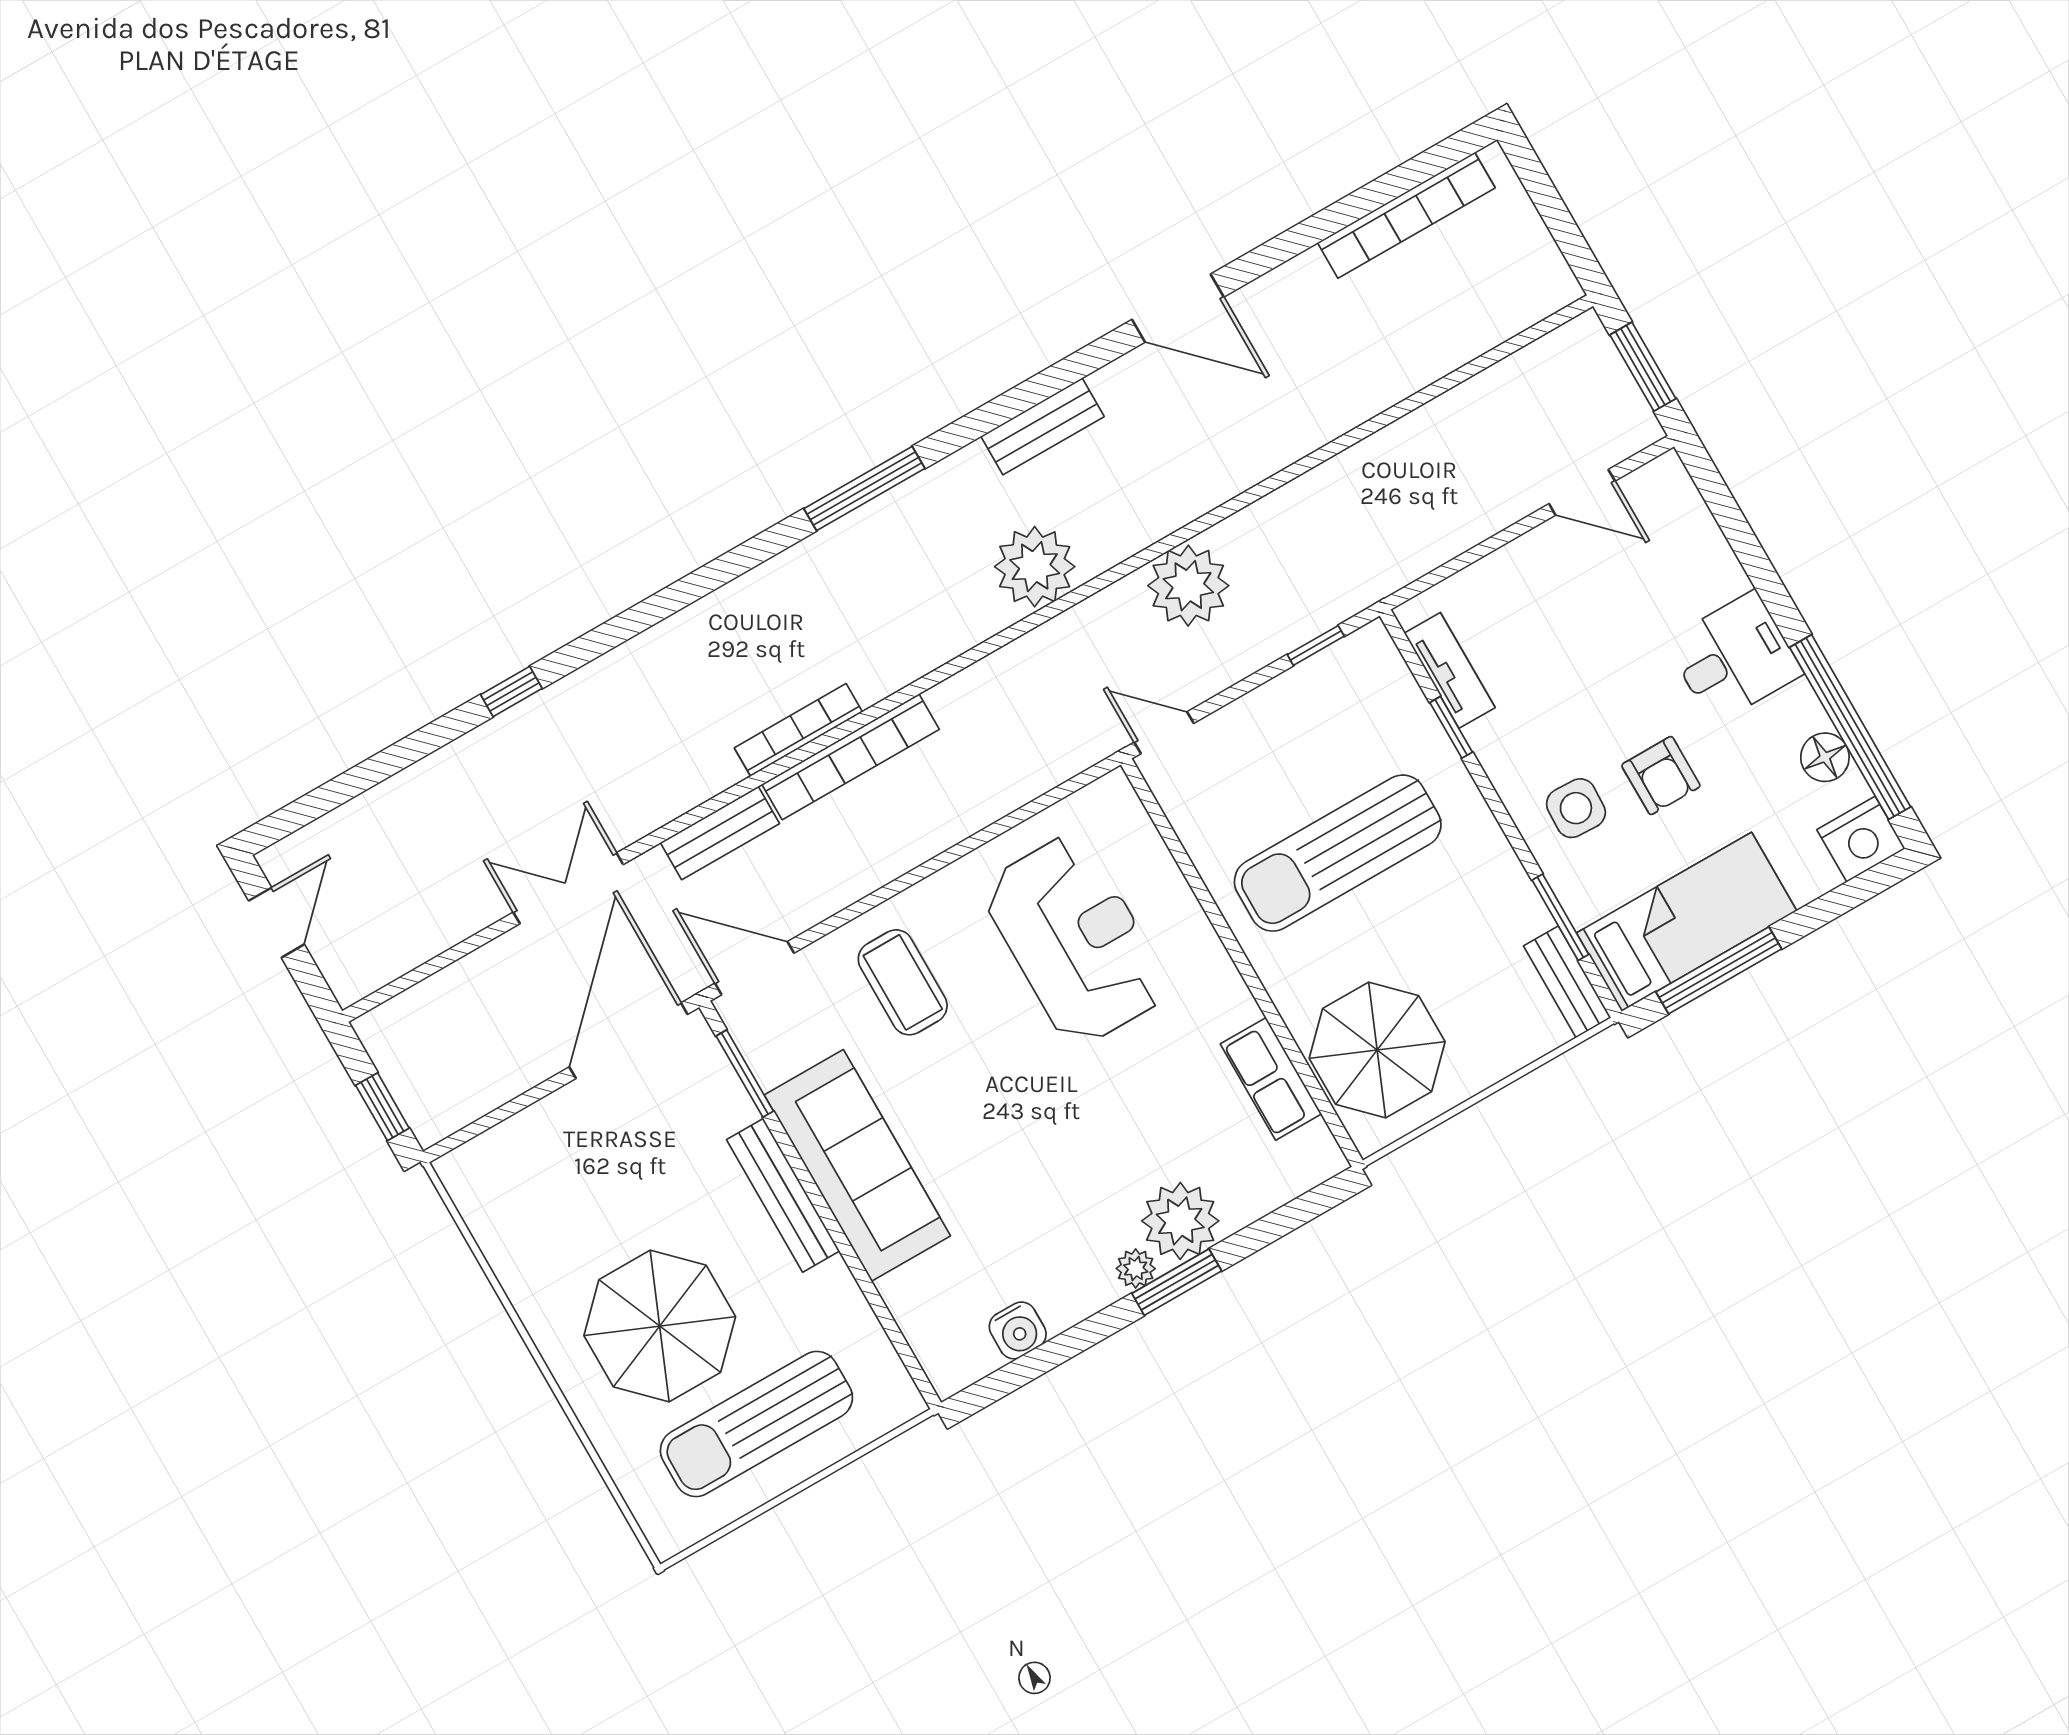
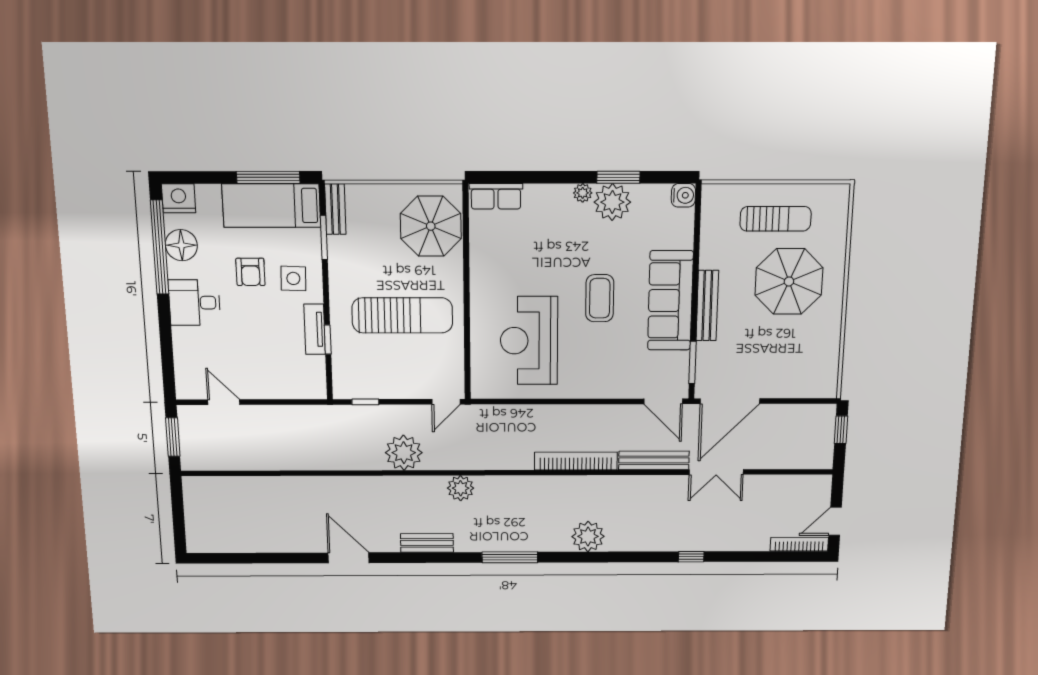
bookcase: (1406, 215) -> (238, 544), removed
plant: (1035, 567) -> (461, 488), width x0.73, depth x0.73
plant: (737, 618) -> (588, 536), added
tv unit: (1450, 670) -> (315, 329), moved
bookcase: (798, 730) -> (799, 544), moved, turned 180
door: (1164, 733) -> (446, 402), hinge flipped
floor lamp: (1825, 757) -> (181, 245), width x1.38, depth x1.38
armchair: (1661, 776) -> (250, 272), turned 180
bench: (720, 833) -> (654, 460), width x1.36
coffee table: (903, 982) -> (600, 298), moved
row of seats: (1271, 1079) -> (496, 196), moved, turned 90
plant: (1180, 1221) -> (612, 202), moved
window: (1177, 1282) -> (618, 177), moved
water cooler: (1018, 1330) -> (683, 195), moved, turned 90
sun lounger: (756, 1424) -> (776, 219), width x0.73, depth x0.75

